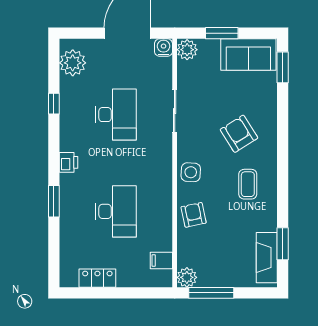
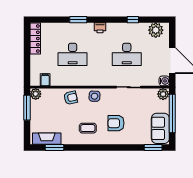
window: (222, 33) -> (172, 114), width x2.11
armchair: (239, 134) -> (116, 123), turned -148
locker: (97, 278) -> (35, 39), width x1.53

